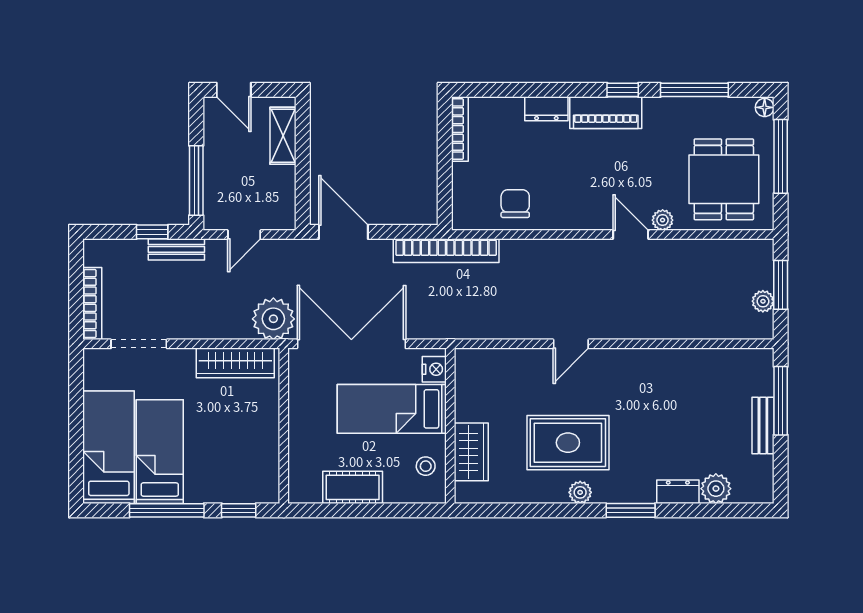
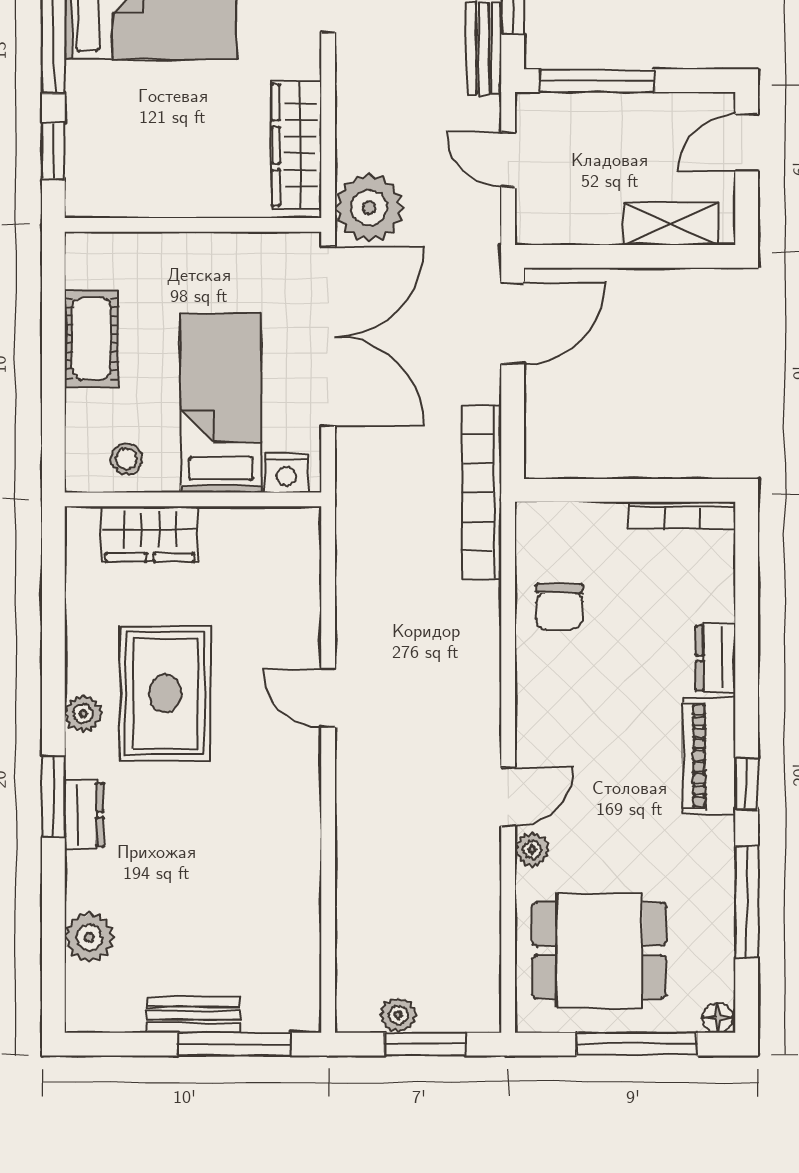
chair: (515, 204) -> (559, 607), turned 90
dresser: (678, 492) -> (84, 815), moved

